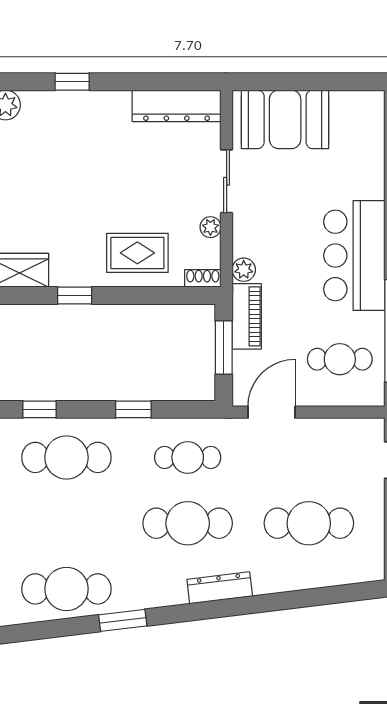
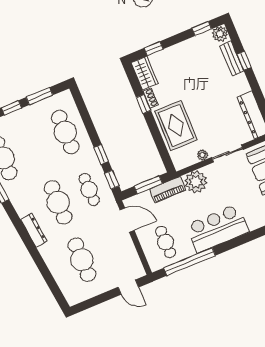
bench: (59, 102) -> (232, 59), added
rug: (137, 253) -> (176, 125), width x1.36, depth x1.43
plant: (244, 270) -> (196, 182), width x1.88, depth x1.88
shoe rack: (203, 278) -> (150, 98), moved
window: (40, 409) -> (112, 180), moved

